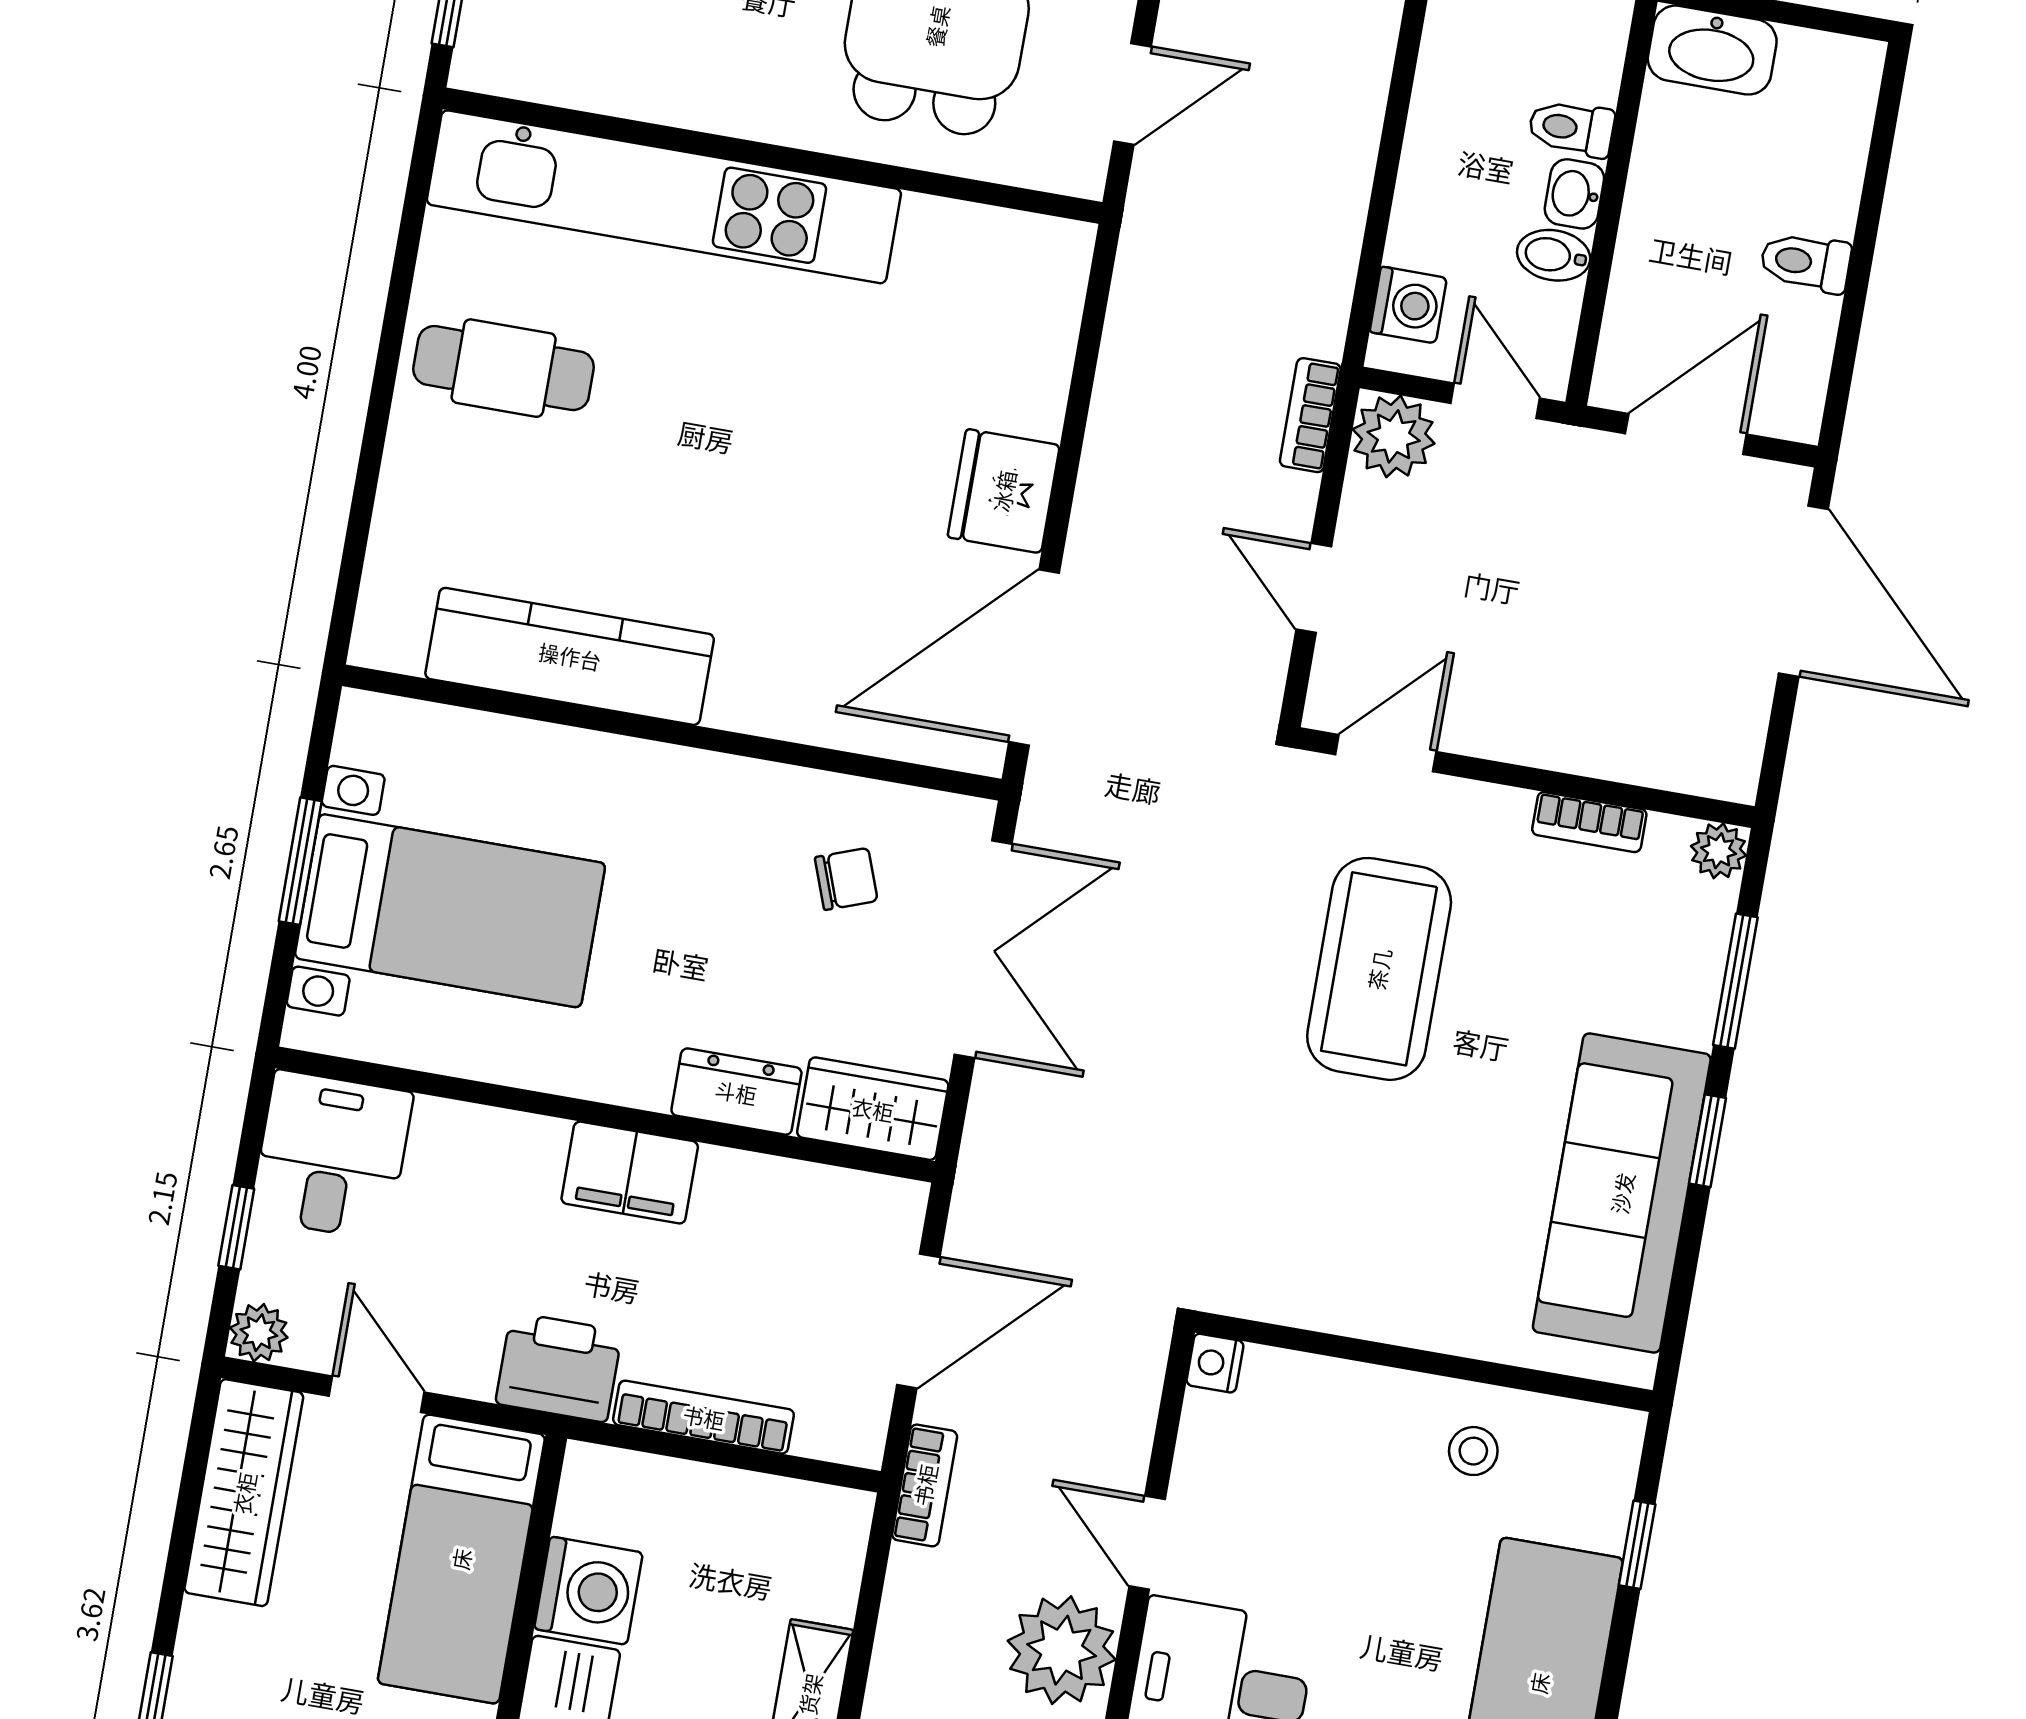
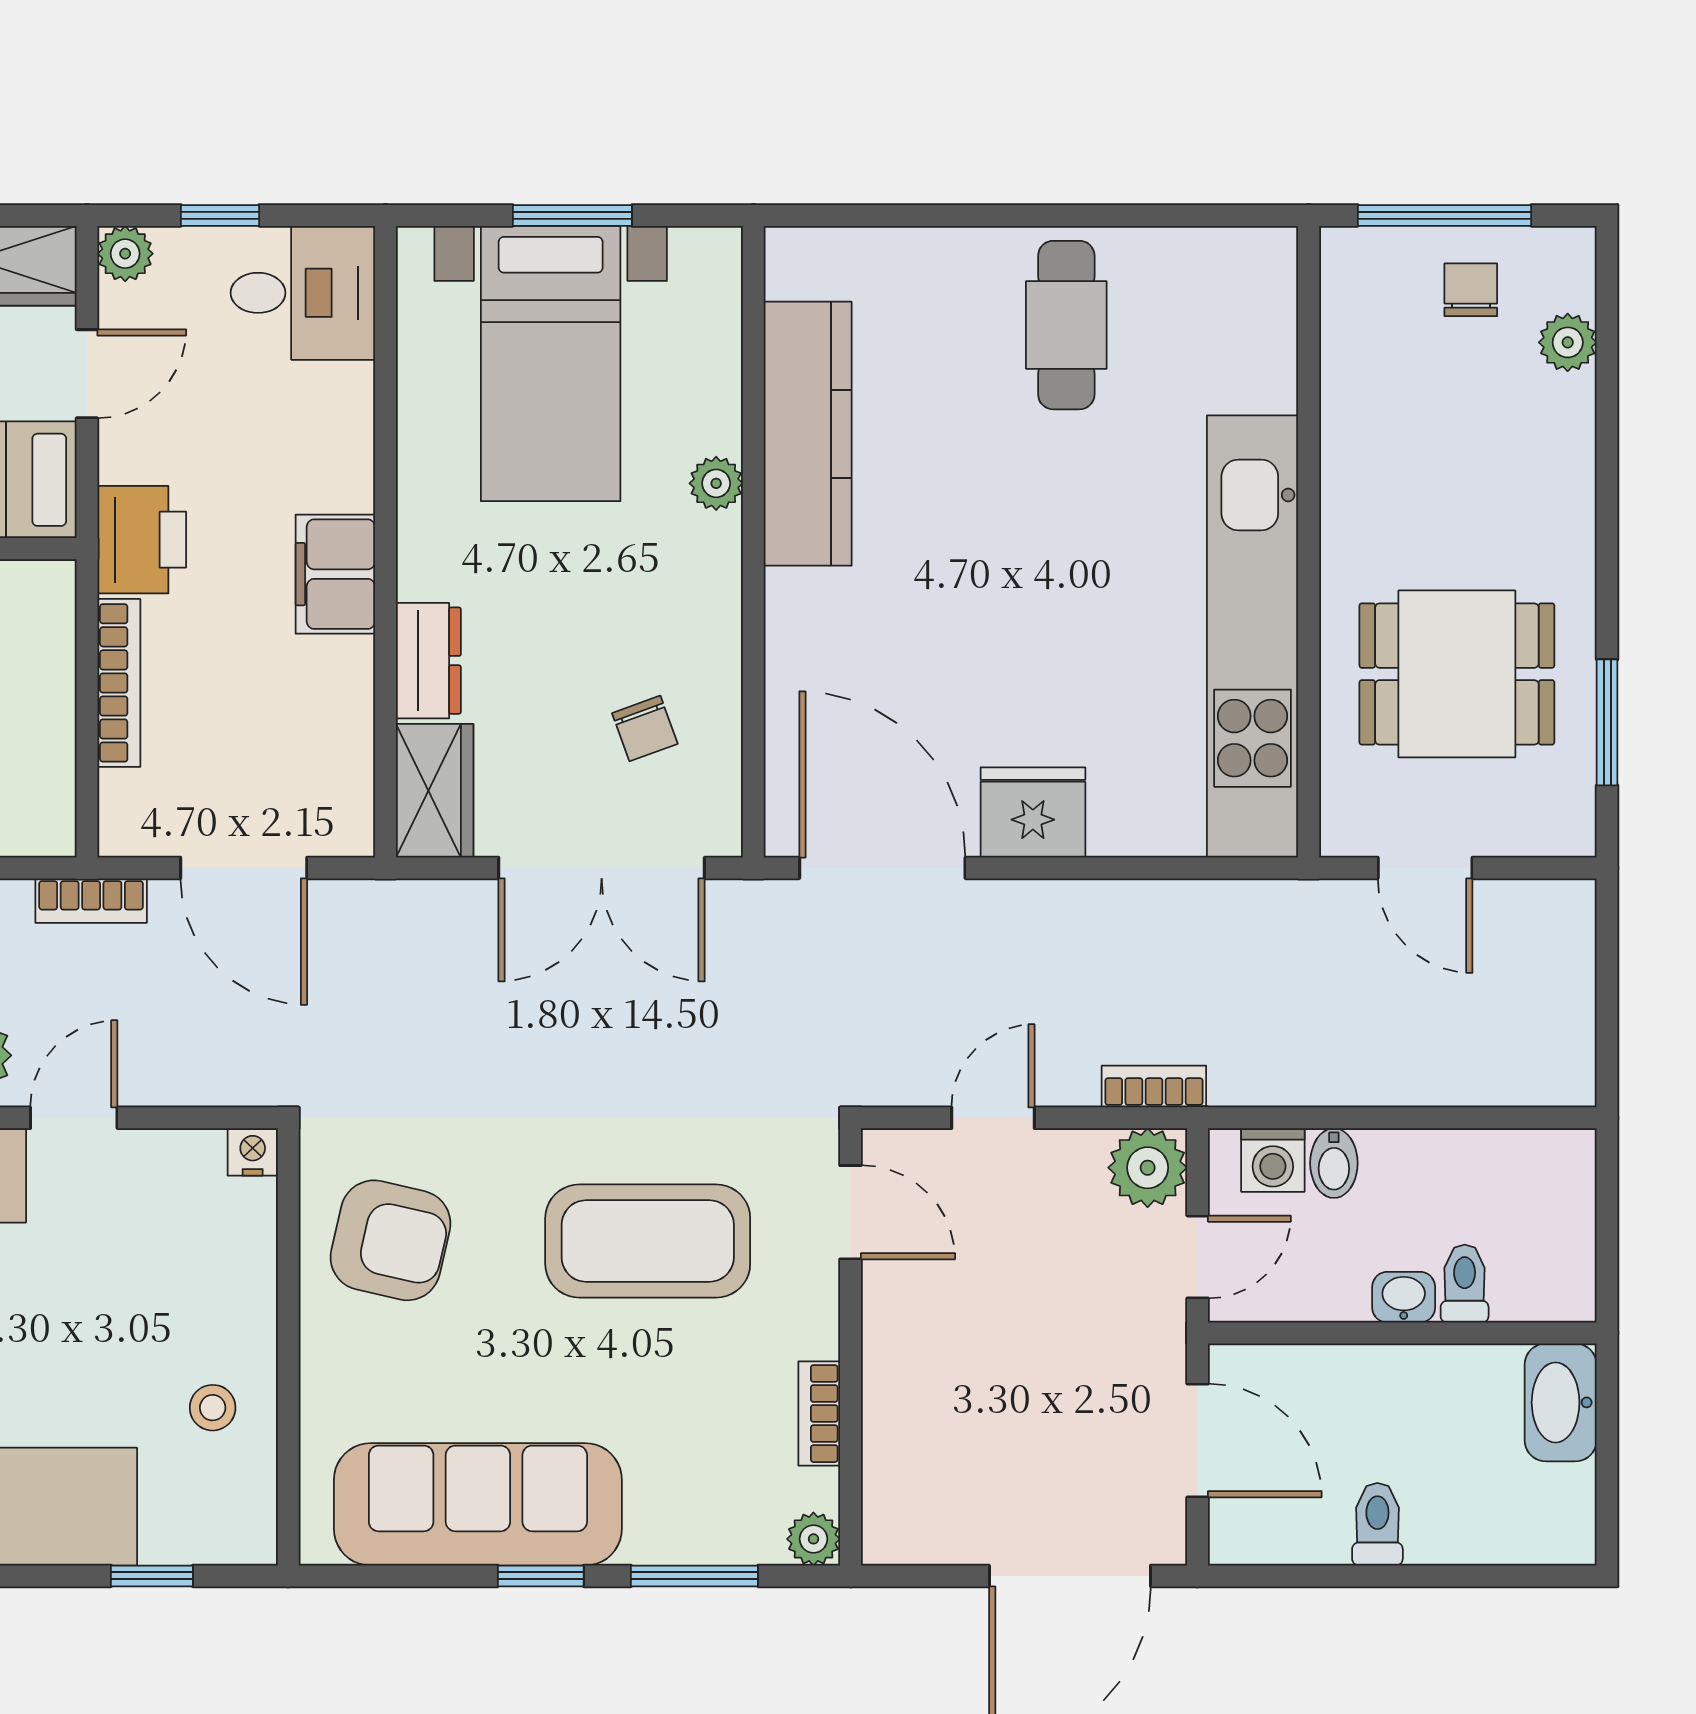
kitchen unit: (664, 197) -> (1253, 636), moved
bidet: (1554, 255) -> (1334, 1163), moved, turned 180
plant: (604, 761) -> (716, 483), added
armchair: (1332, 1236) -> (390, 1240), added

